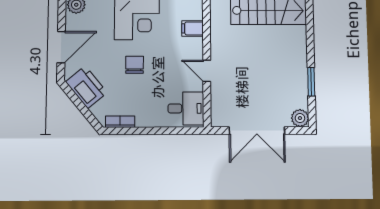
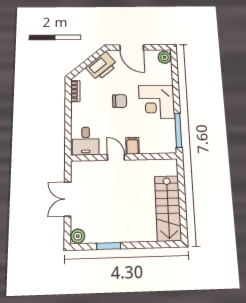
filing cabinet: (193, 28) -> (132, 146), moved
door: (207, 71) -> (116, 157), hinge flipped
double door: (257, 131) -> (68, 199), width x0.73

